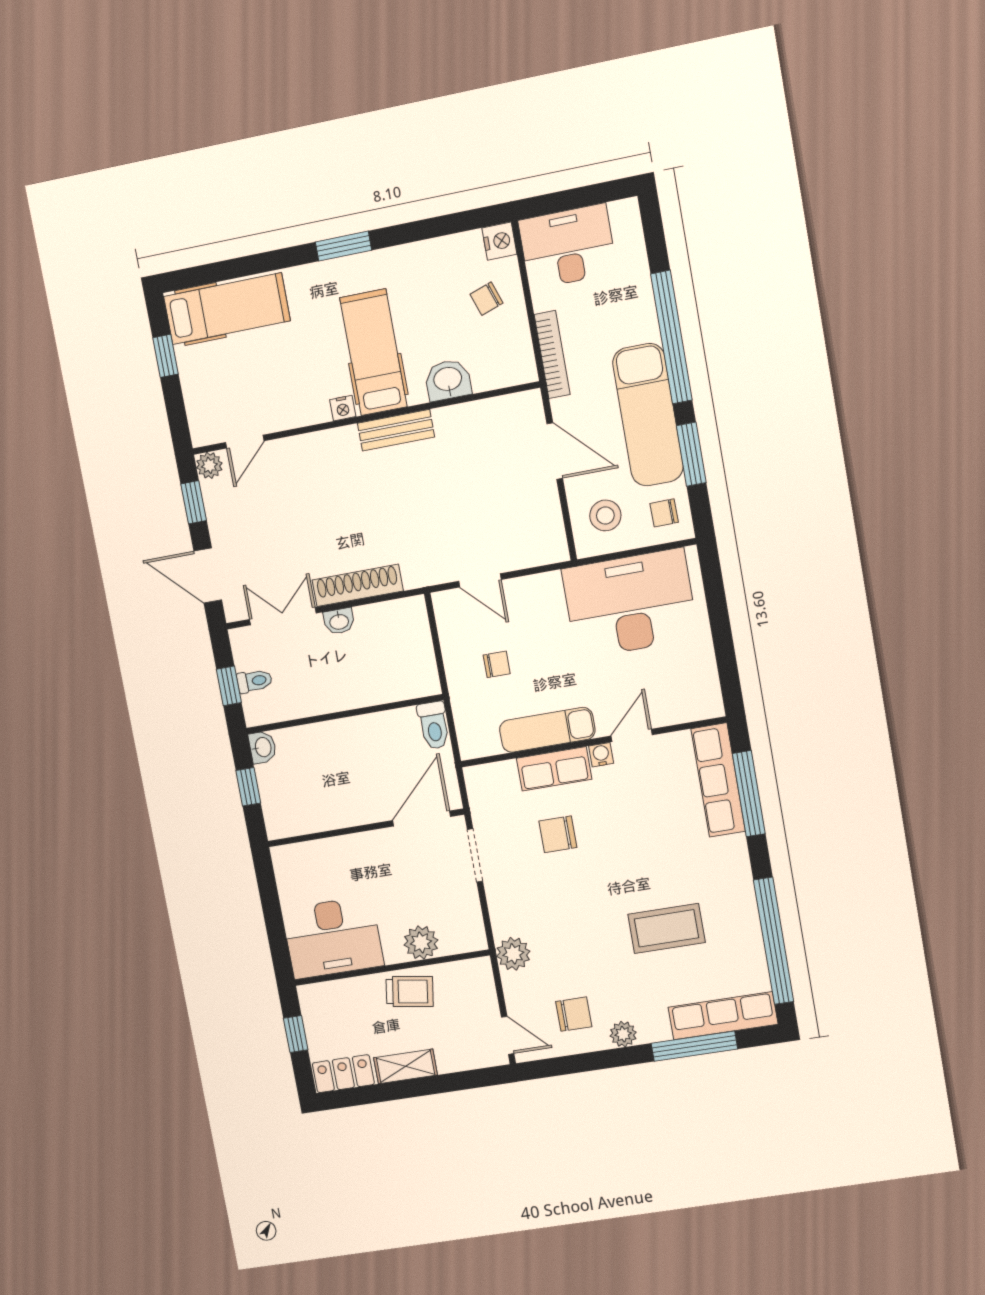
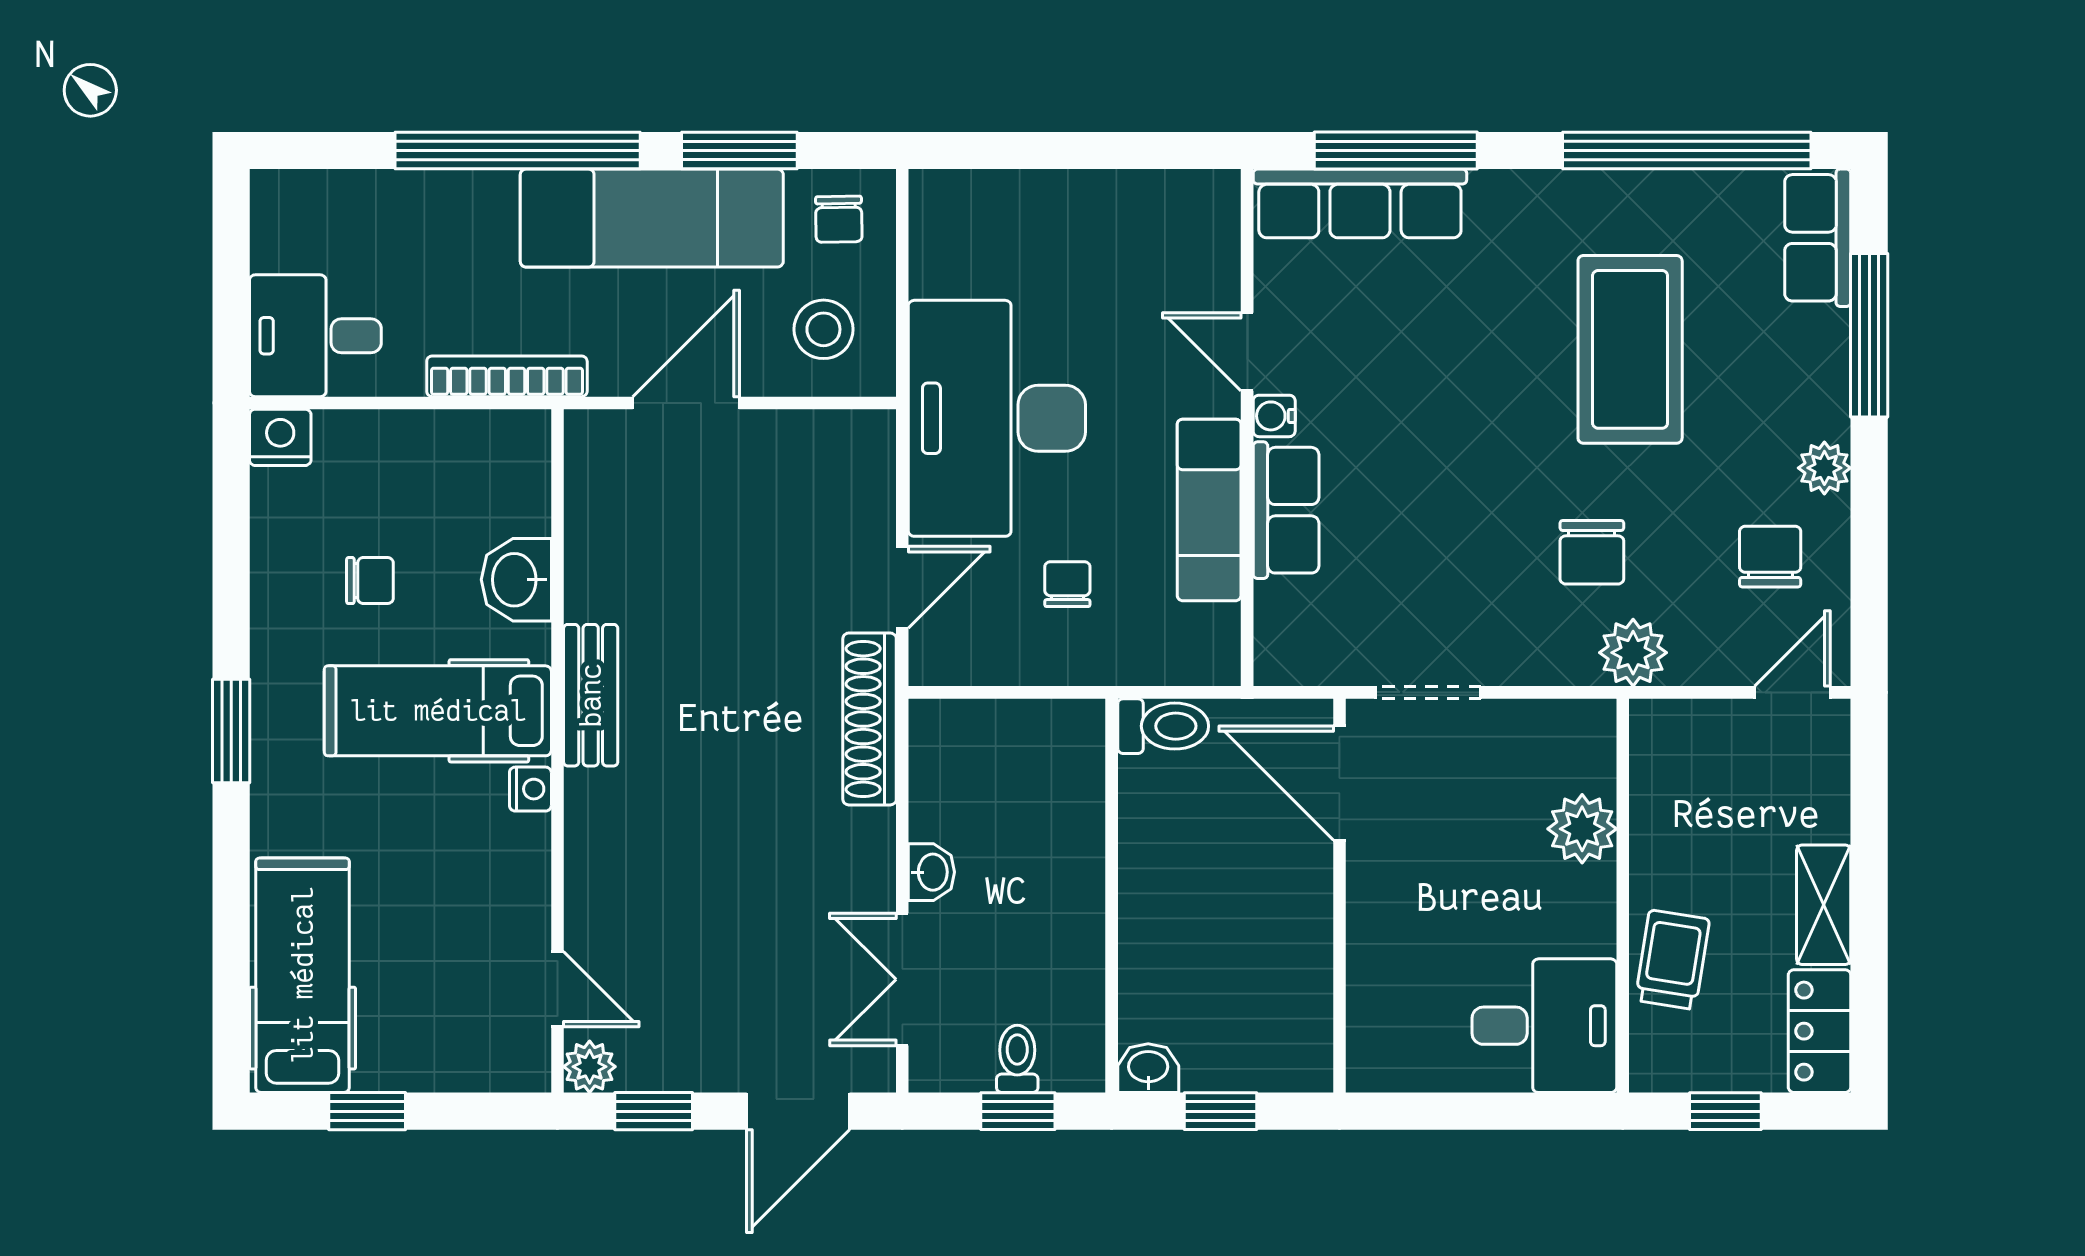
desk: (568, 247) -> (315, 336), width x0.73
chair: (487, 299) -> (370, 581), moved, turned -71
shoe rack: (358, 585) -> (870, 719), moved
desk: (630, 604) -> (997, 418), moved
chair: (558, 834) -> (1592, 552), moved
coffee table: (666, 928) -> (1630, 349), width x1.36, depth x1.32
desk: (333, 937) -> (1544, 1026), width x0.73
trolley: (410, 991) -> (1672, 960), moved
row of seats: (723, 1016) -> (1818, 238), width x0.68

